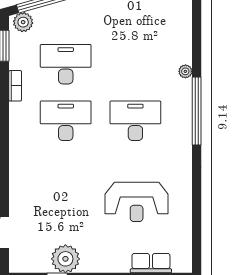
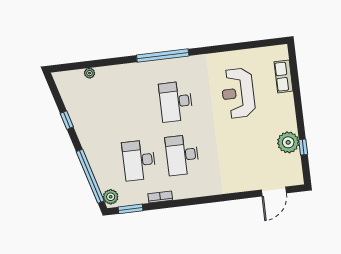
plant: (185, 71) -> (90, 73), moved
reception desk: (137, 202) -> (238, 93), turned 180

